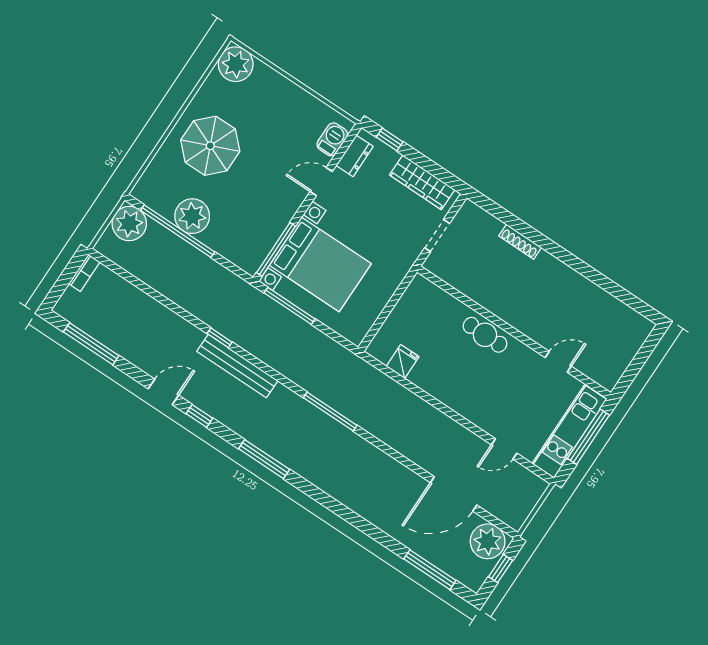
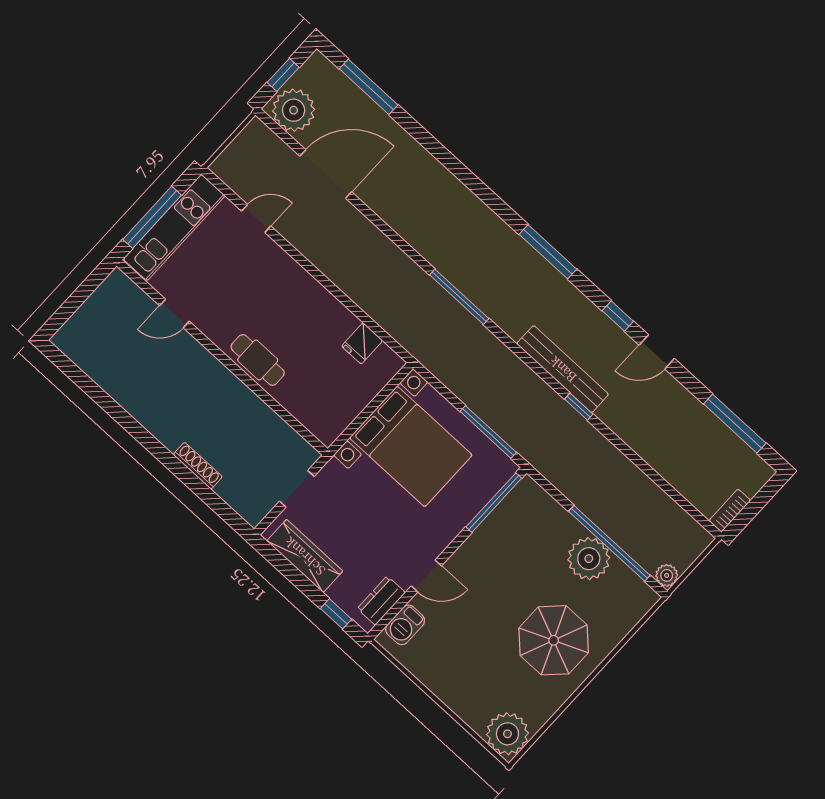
plant: (129, 224) -> (667, 575), width x0.53, depth x0.53
bed with nightstands: (320, 264) -> (411, 446), moved, turned 180

